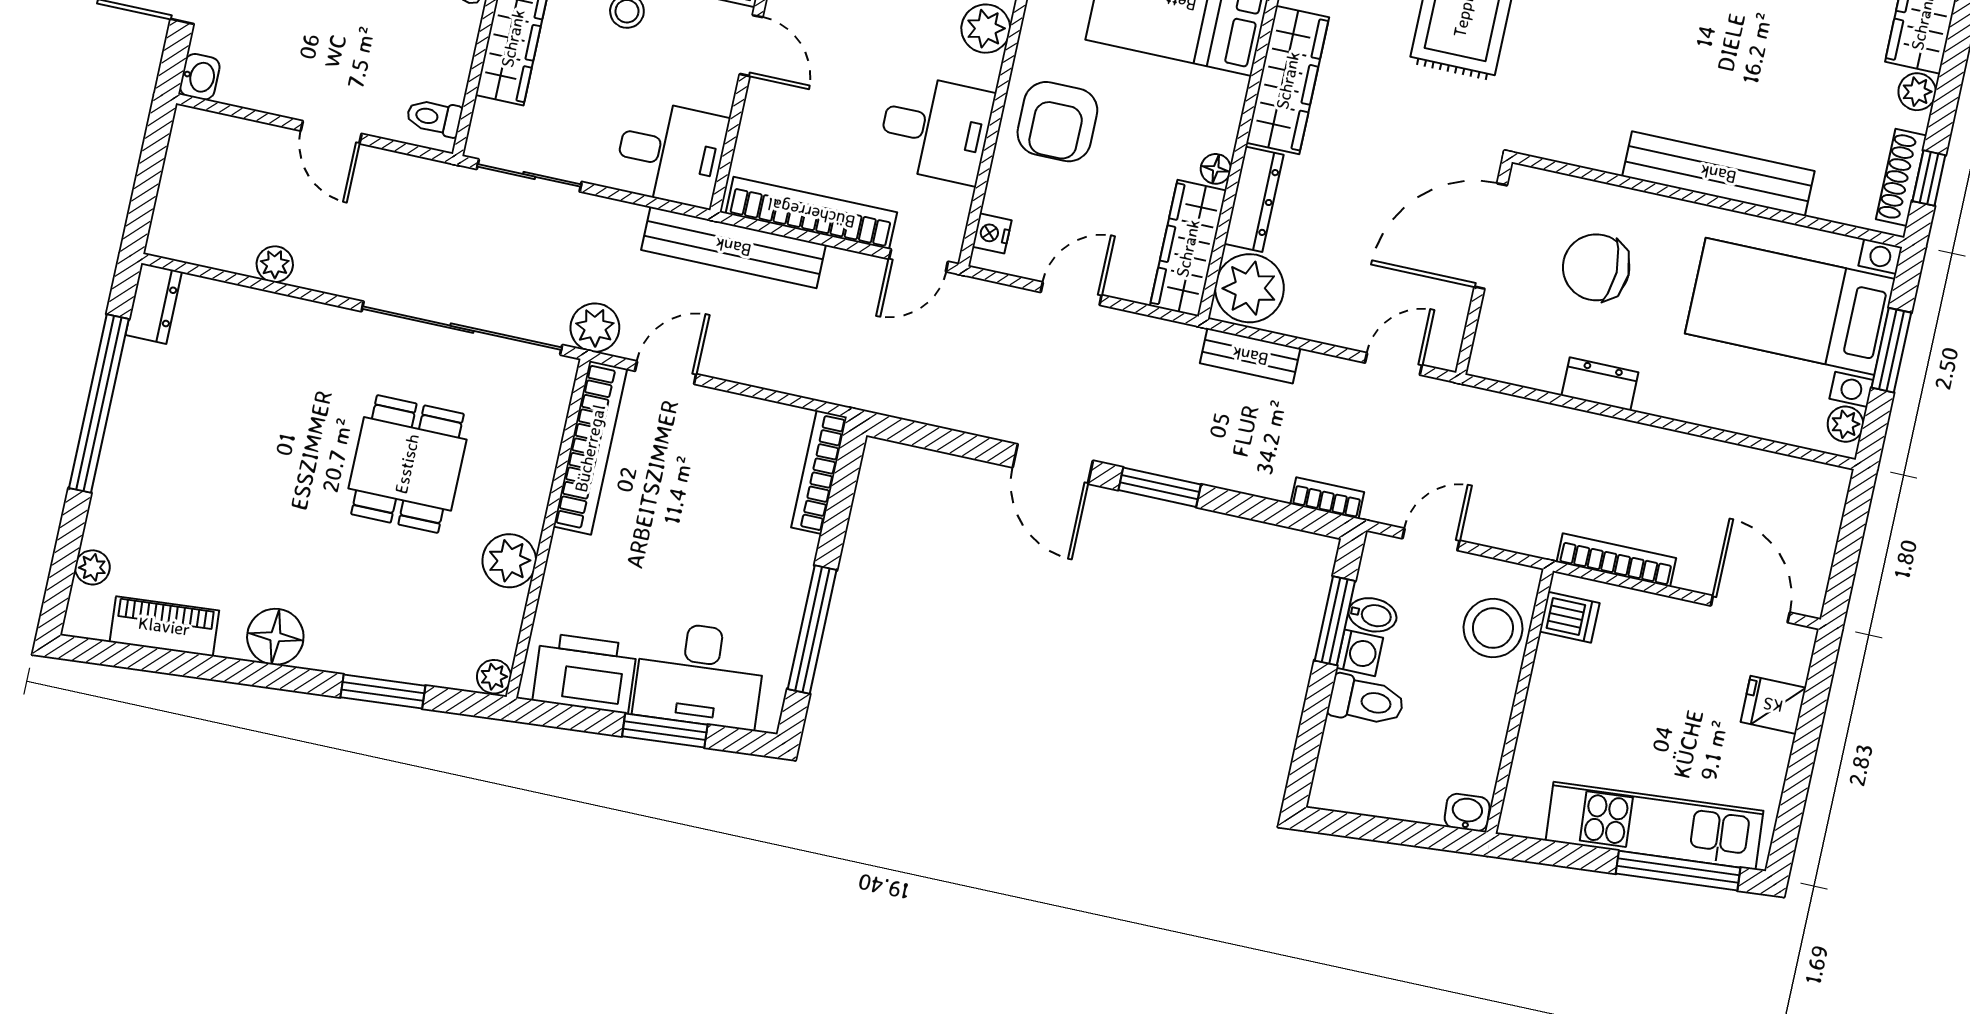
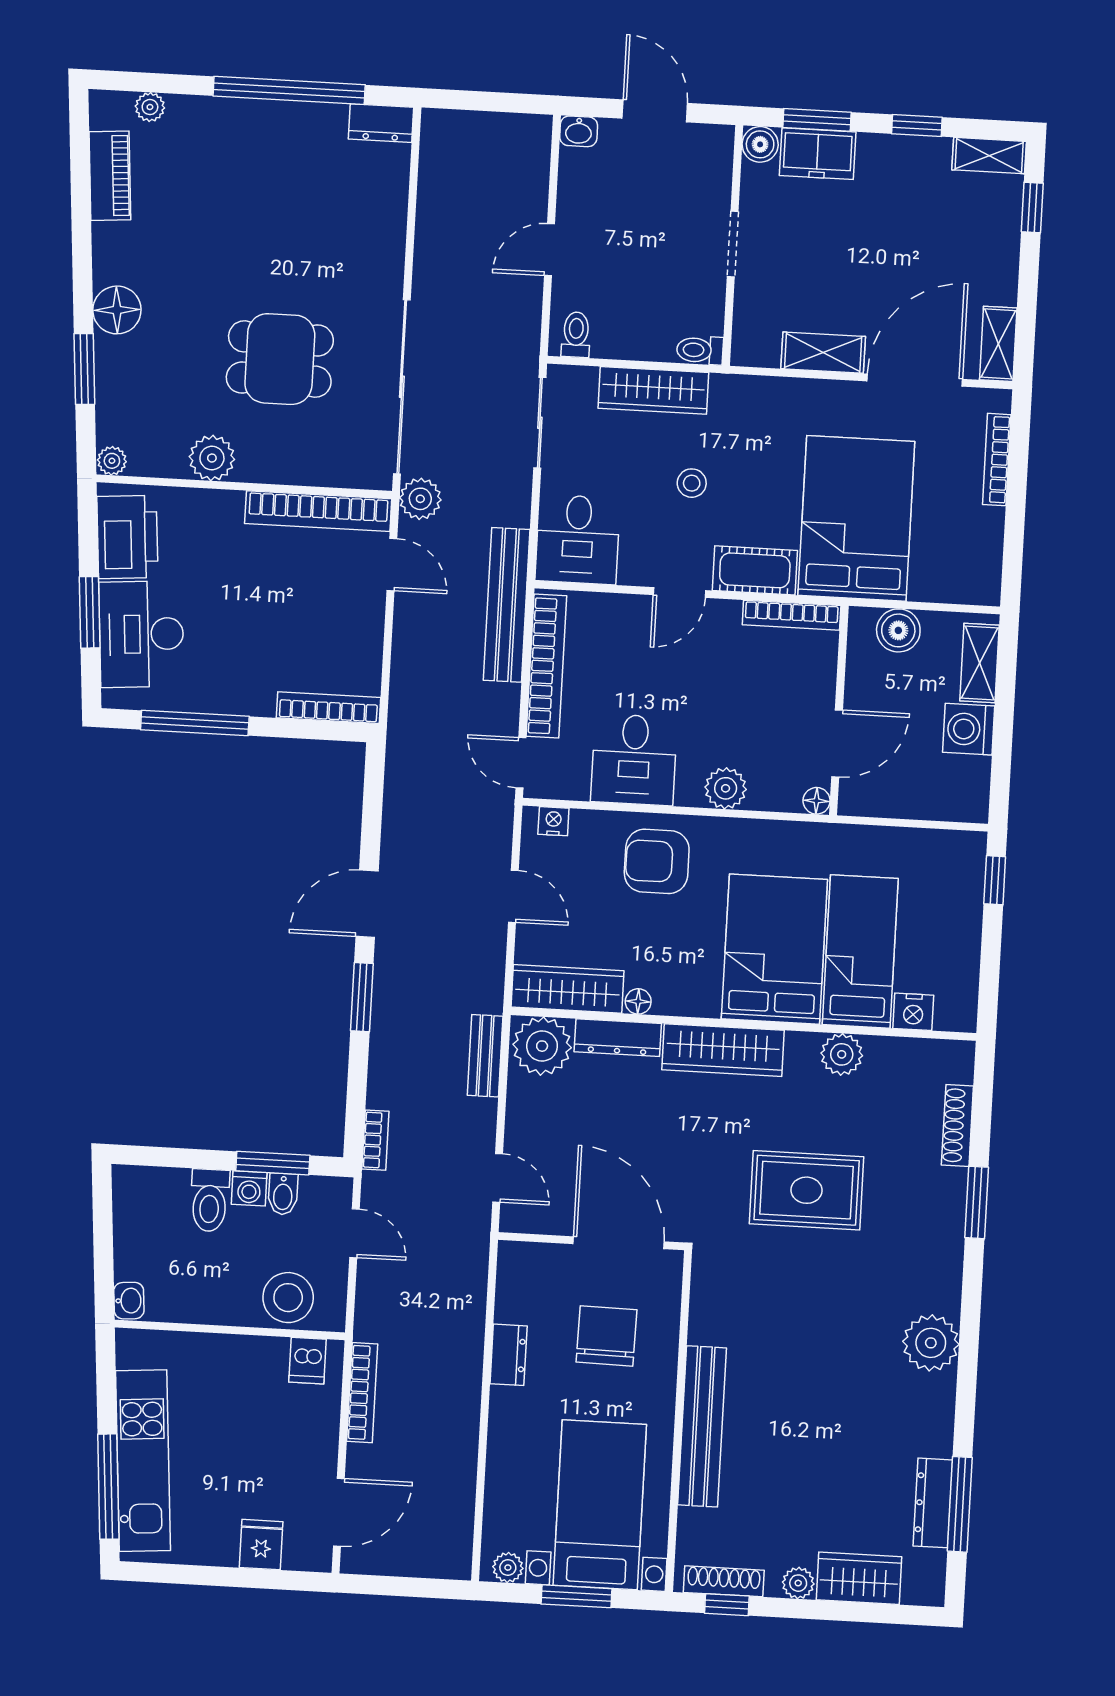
plant: (275, 264) -> (430, 220), removed
floor lamp: (275, 637) -> (117, 310), moved

